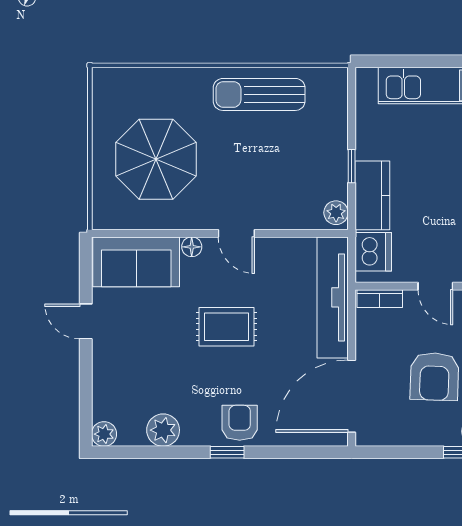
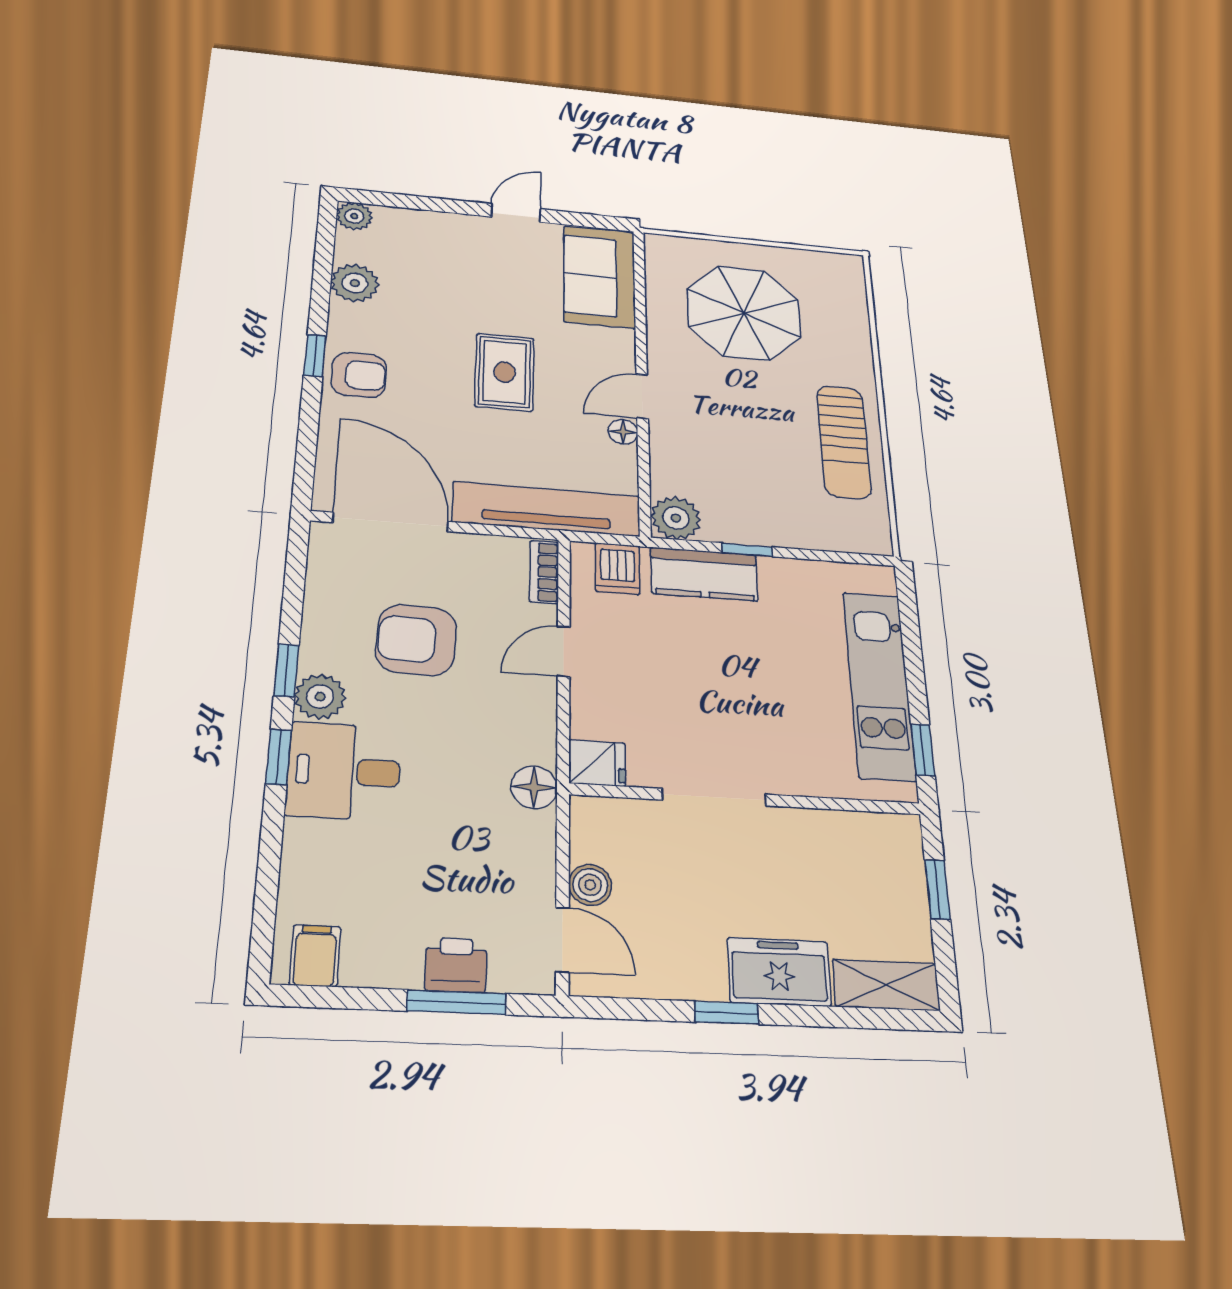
sun lounger: (259, 94) -> (844, 442), turned 180
plant: (336, 213) -> (676, 518), width x1.38, depth x1.38
floor lamp: (192, 247) -> (623, 432), moved
dishwasher: (373, 252) -> (618, 569), width x0.73

